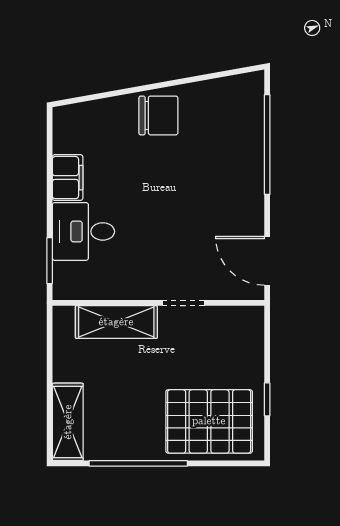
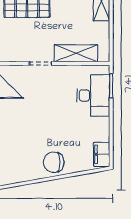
filing cabinet: (68, 178) -> (102, 154), moved
desk: (83, 231) -> (93, 95), width x1.37

